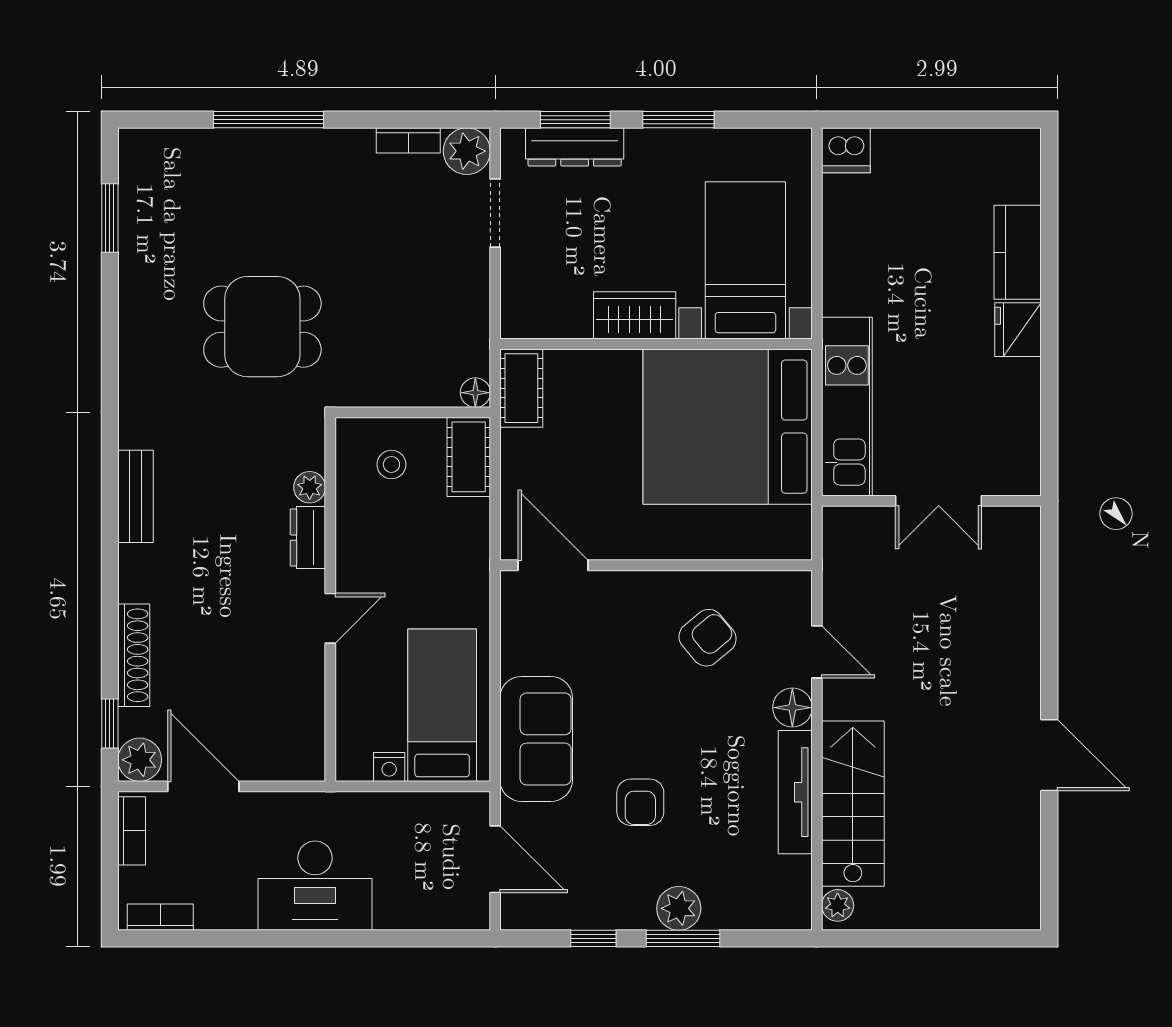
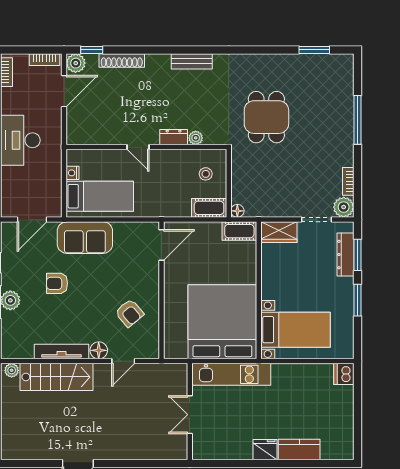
wardrobe: (635, 315) -> (279, 232), moved, turned 90

